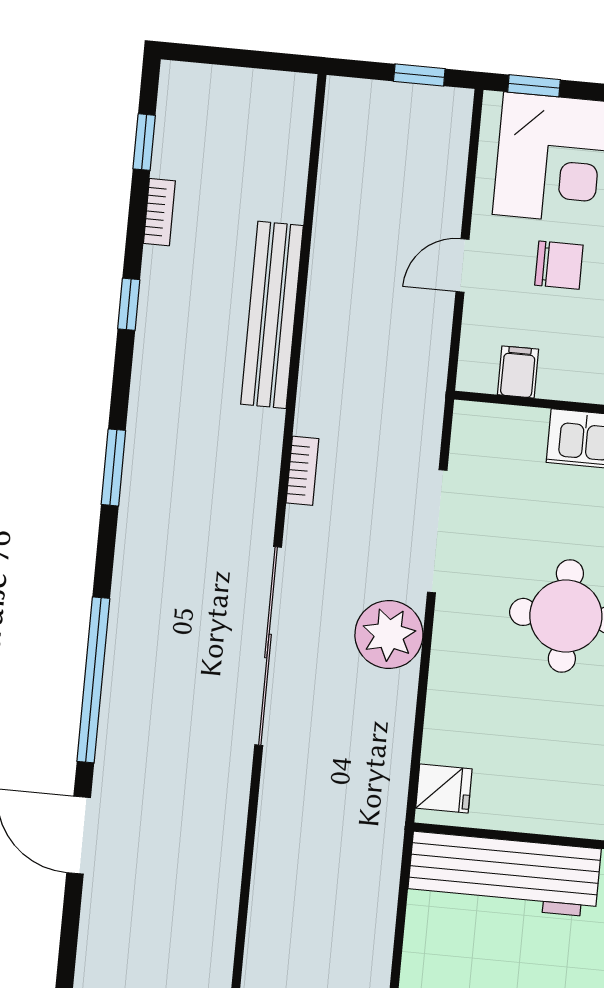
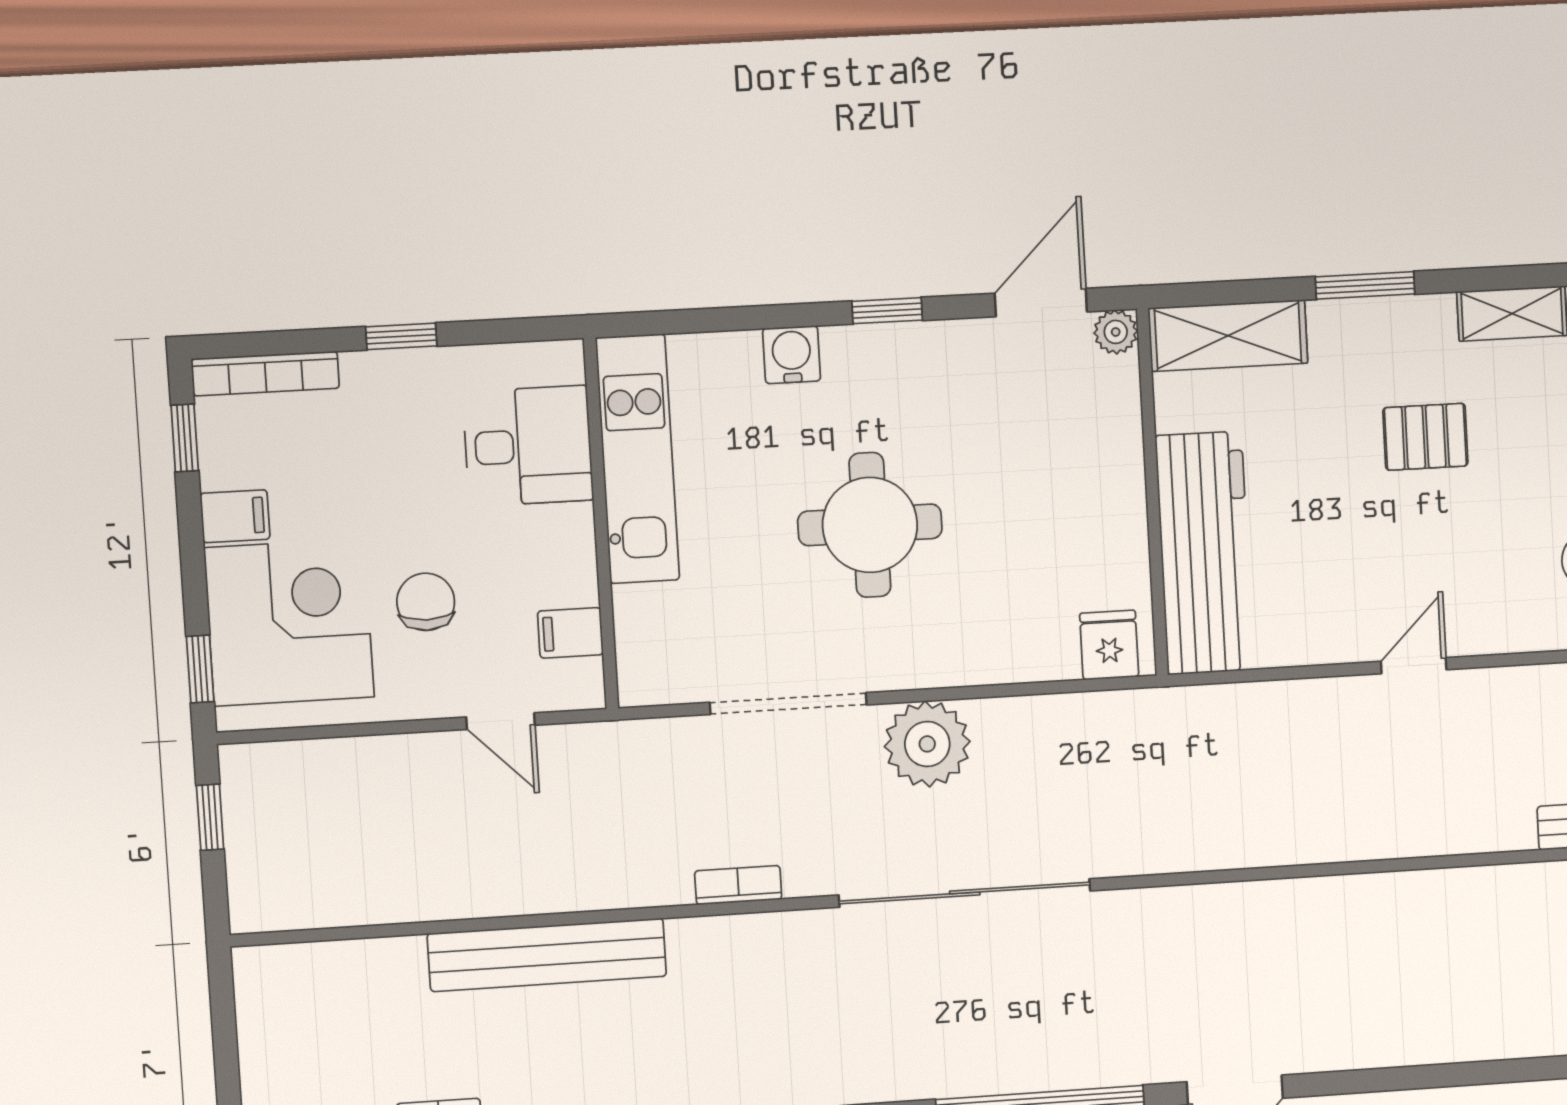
door: (462, 265) -> (501, 721), moved

